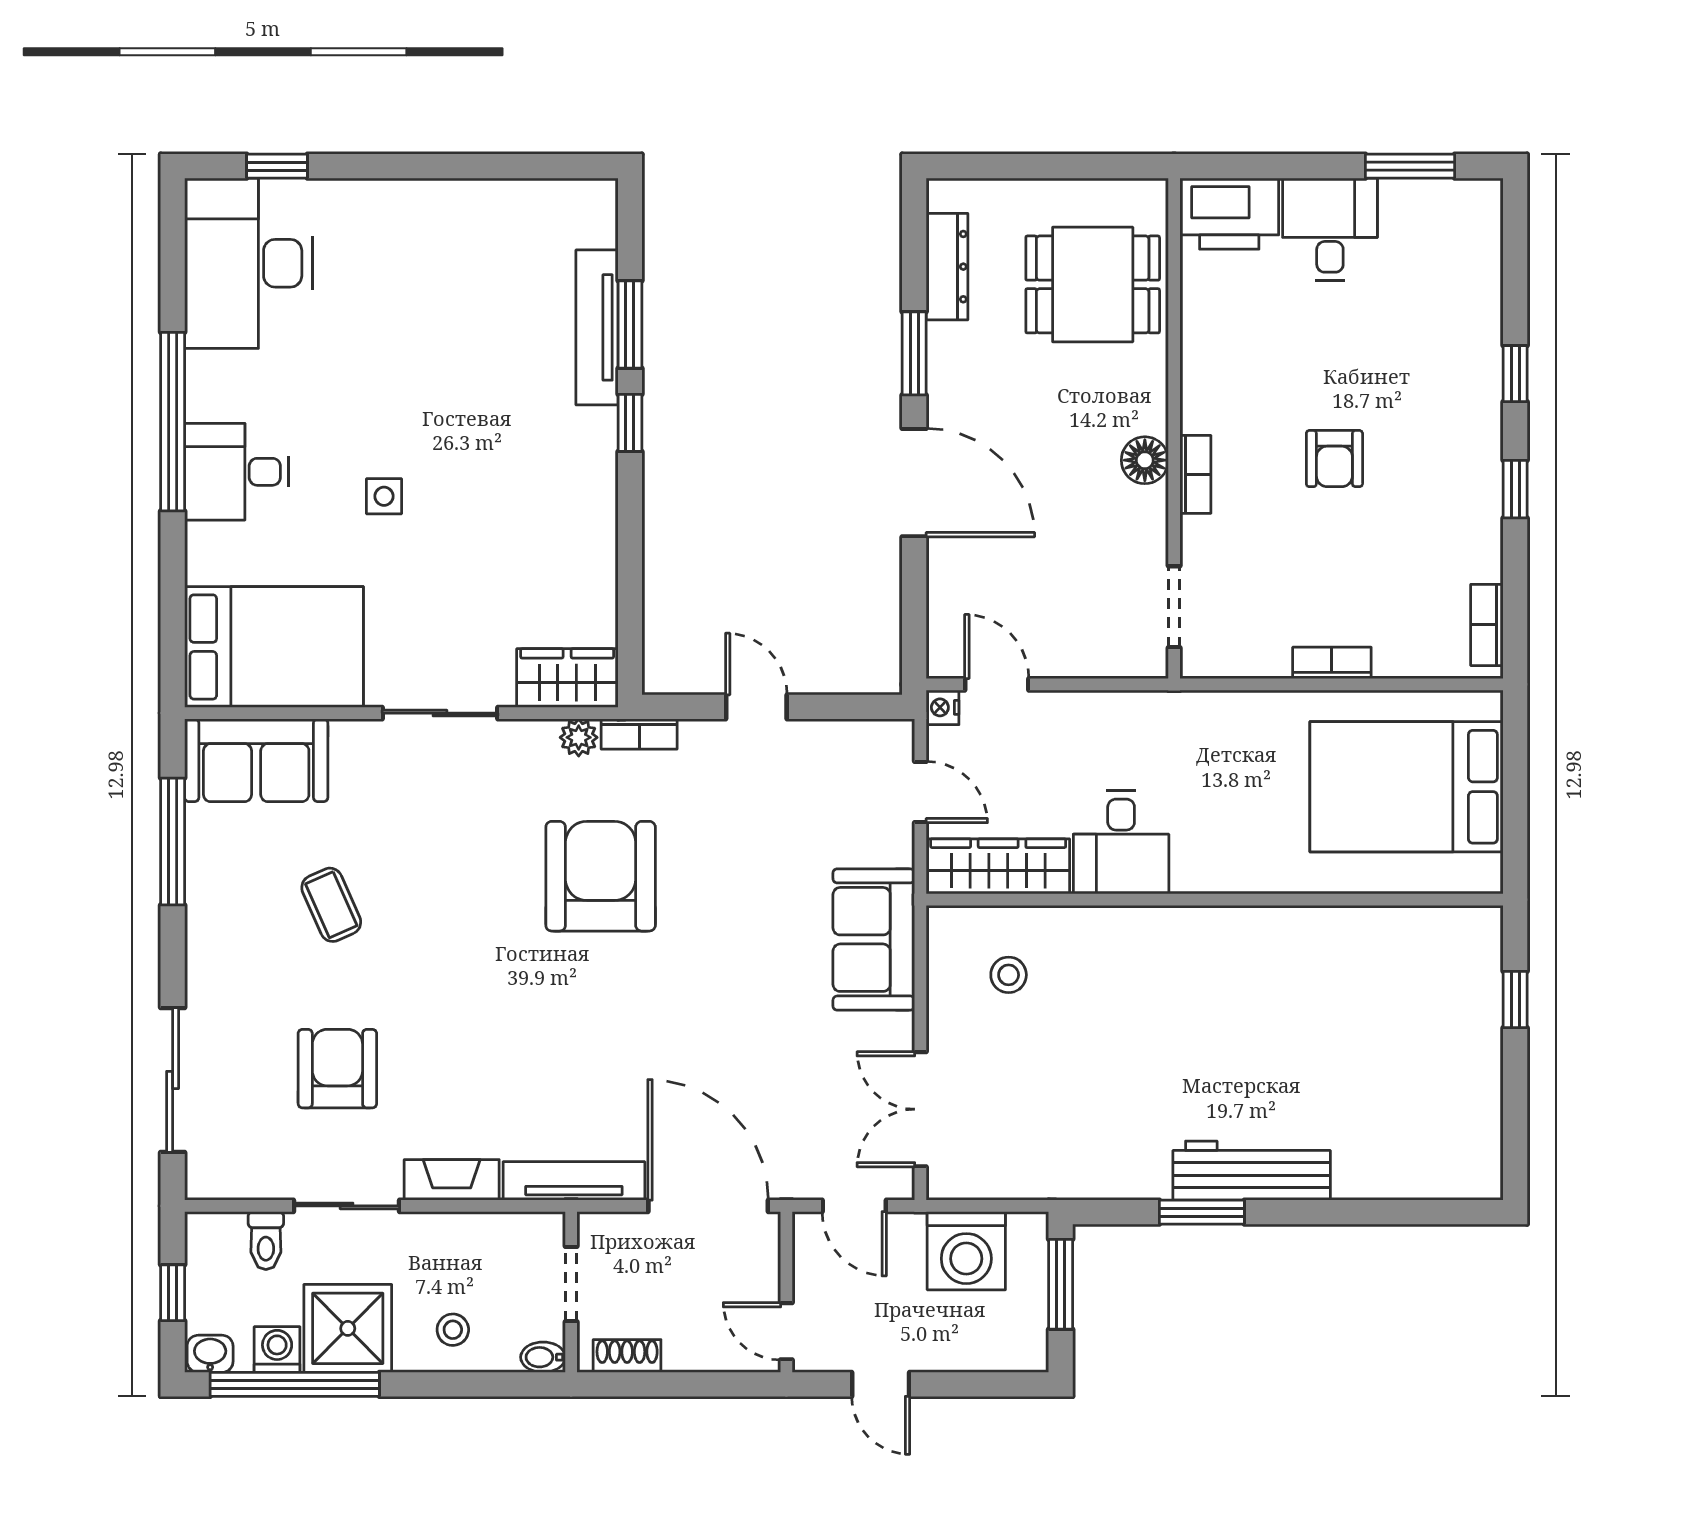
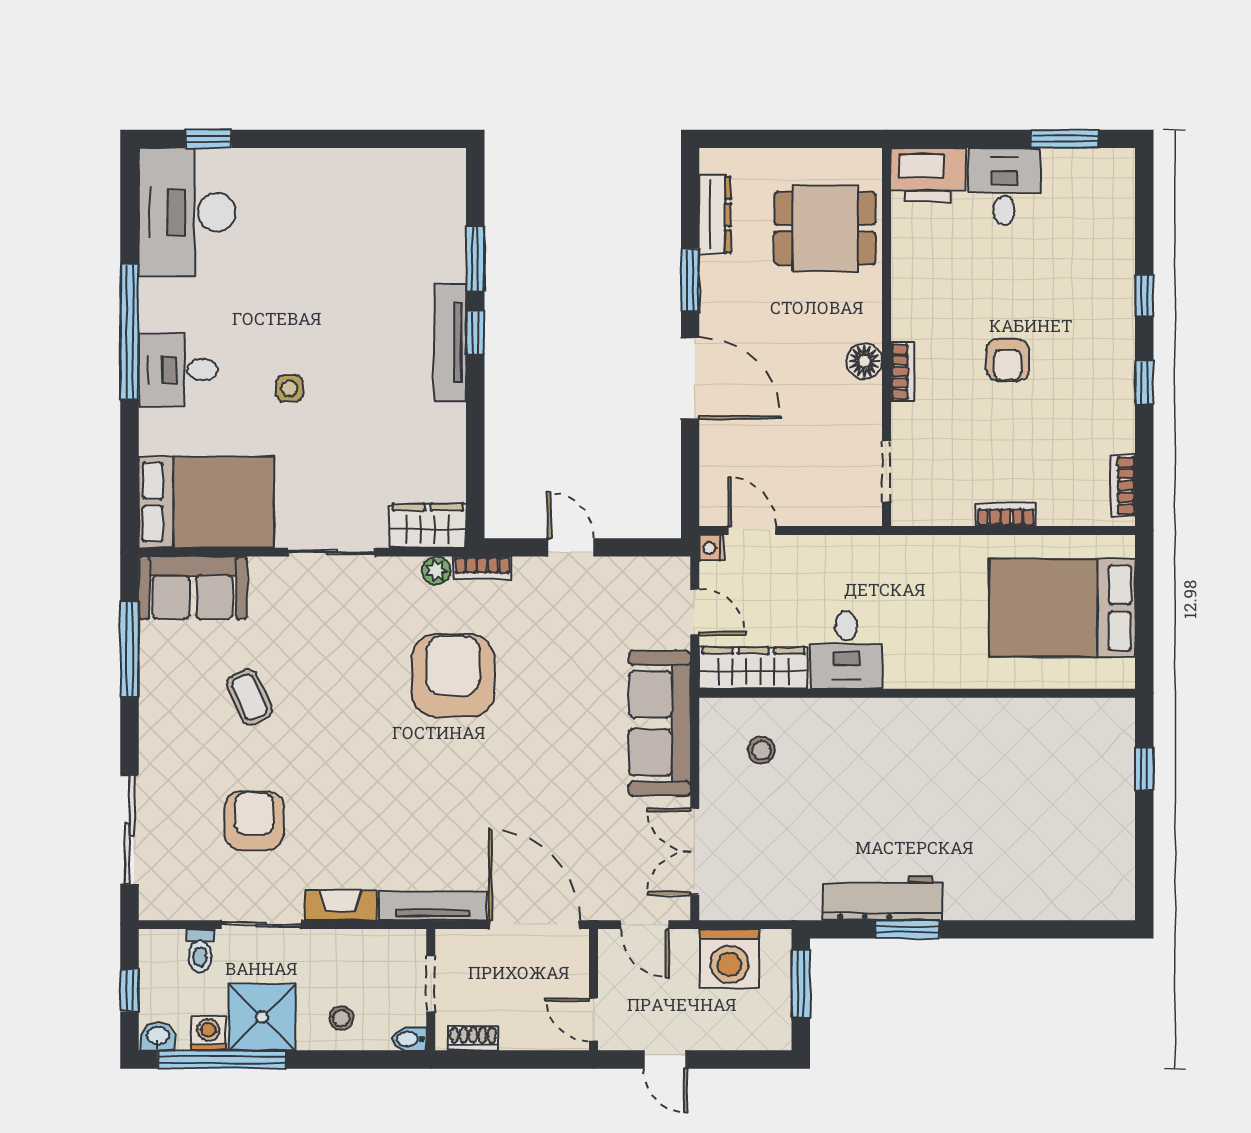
tv unit: (597, 327) -> (450, 342), moved
sofa: (874, 939) -> (660, 723), width x1.36
workbench: (1252, 1171) -> (883, 898), moved

